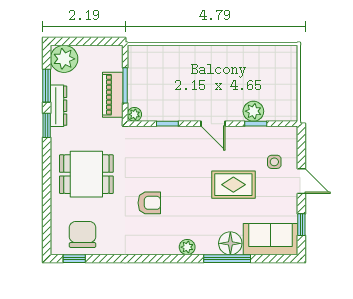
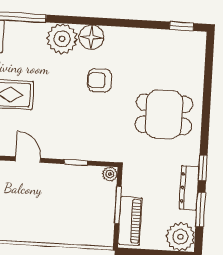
piano: (113, 95) -> (130, 221), moved
chair: (83, 234) -> (172, 51), removed
floor lamp: (230, 243) -> (91, 37), moved
plant: (187, 247) -> (62, 39), width x1.87, depth x1.87

